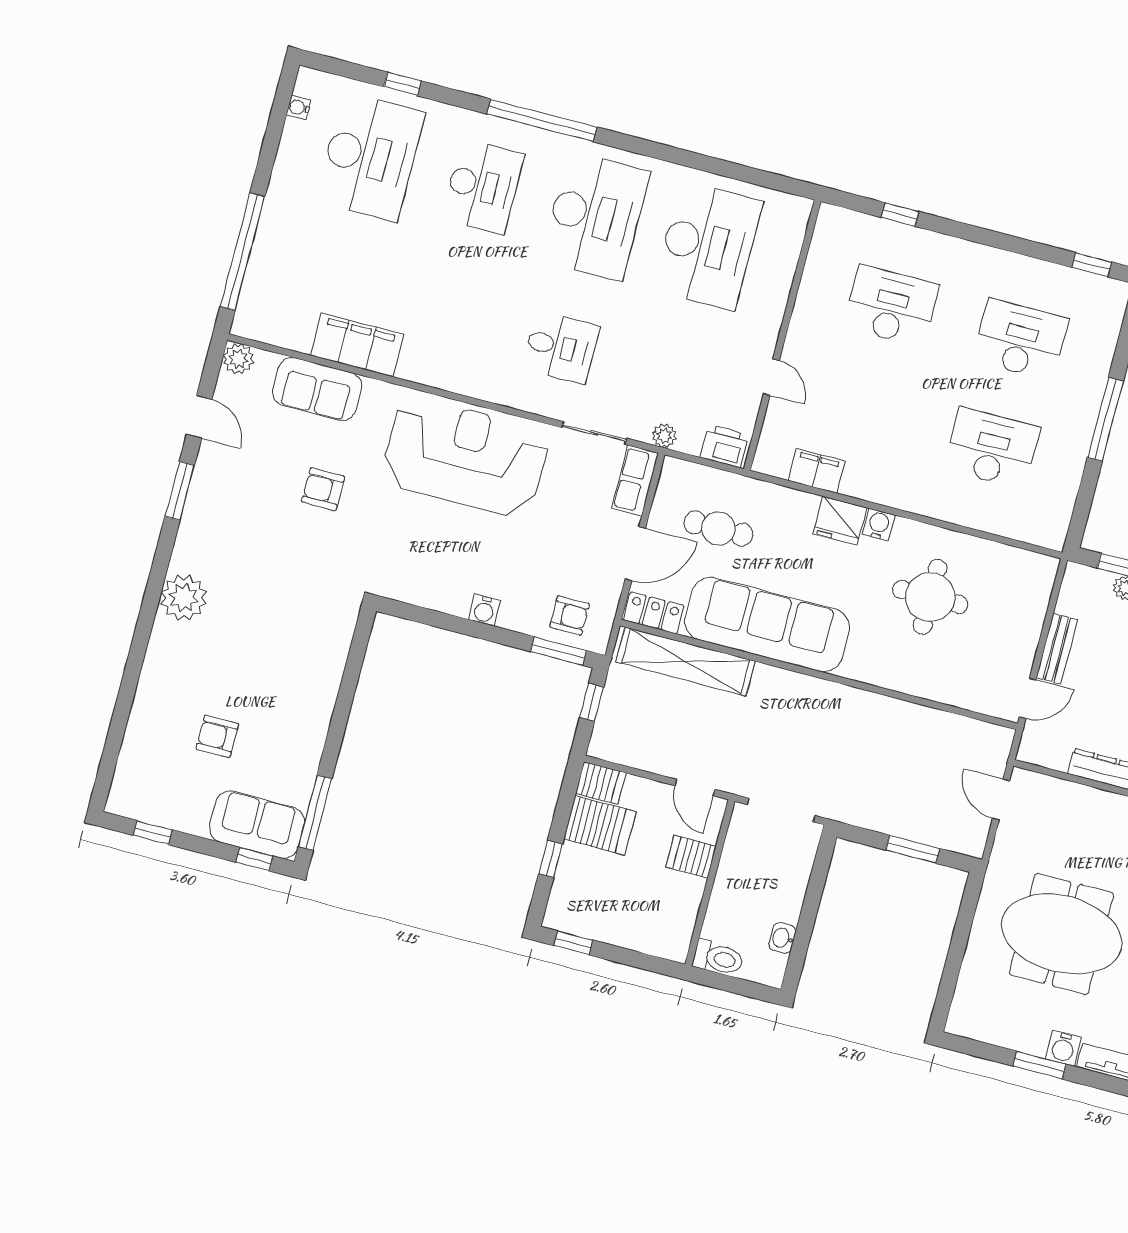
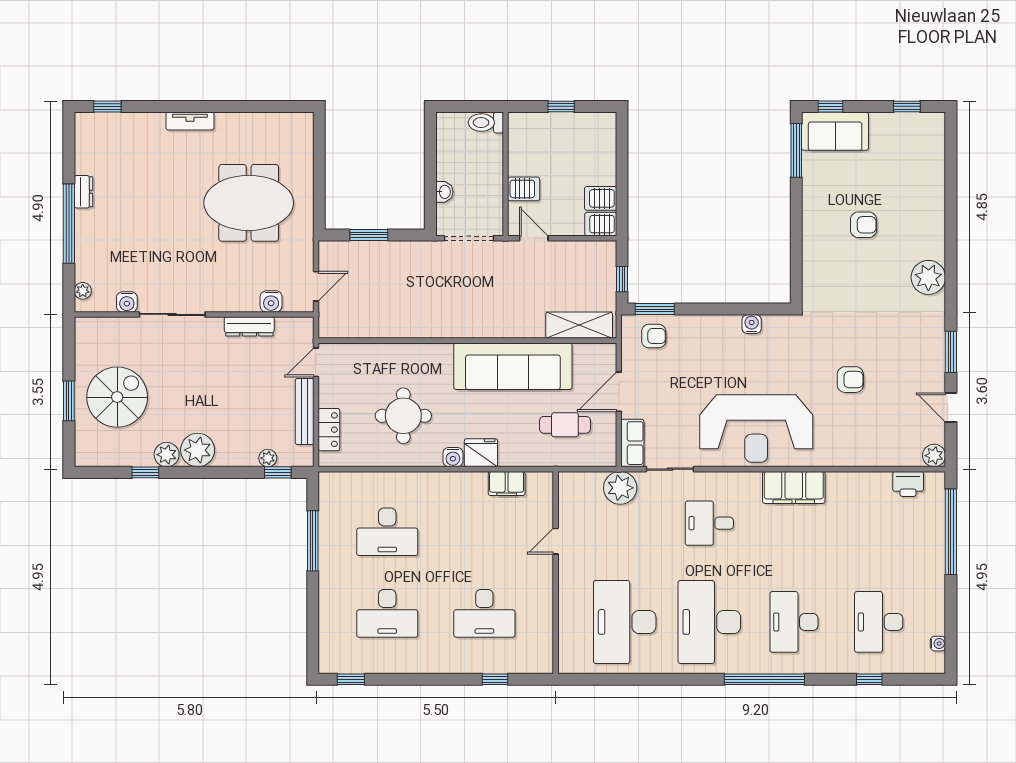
desk: (370, 157) -> (879, 622), width x0.73, depth x0.77
filing cabinet: (357, 345) -> (794, 487), moved
door: (771, 377) -> (556, 541), hinge flipped
sofa: (317, 389) -> (873, 449), removed
window: (1105, 419) -> (313, 541), moved
plant: (664, 436) -> (620, 488), width x1.87, depth x1.87
printer: (724, 446) -> (908, 484), moved
water cooler: (484, 610) -> (752, 324), moved
locker: (654, 613) -> (329, 430), moved, turned -90
armchair: (569, 616) -> (654, 336), turned 180
bench: (1057, 649) -> (305, 412), width x1.36
shelving: (685, 661) -> (579, 325), width x0.68
armchair: (217, 736) -> (864, 225), moved
door: (1001, 800) -> (316, 286), hinge flipped
server rack: (600, 825) -> (601, 198), width x0.73, depth x0.70
window: (551, 859) -> (622, 161), removed
washbasin: (782, 938) -> (444, 192), moved
window: (573, 943) -> (561, 106), moved
water cooler: (1063, 1048) -> (271, 301), moved, turned 180
window: (1039, 1065) -> (240, 106), removed

